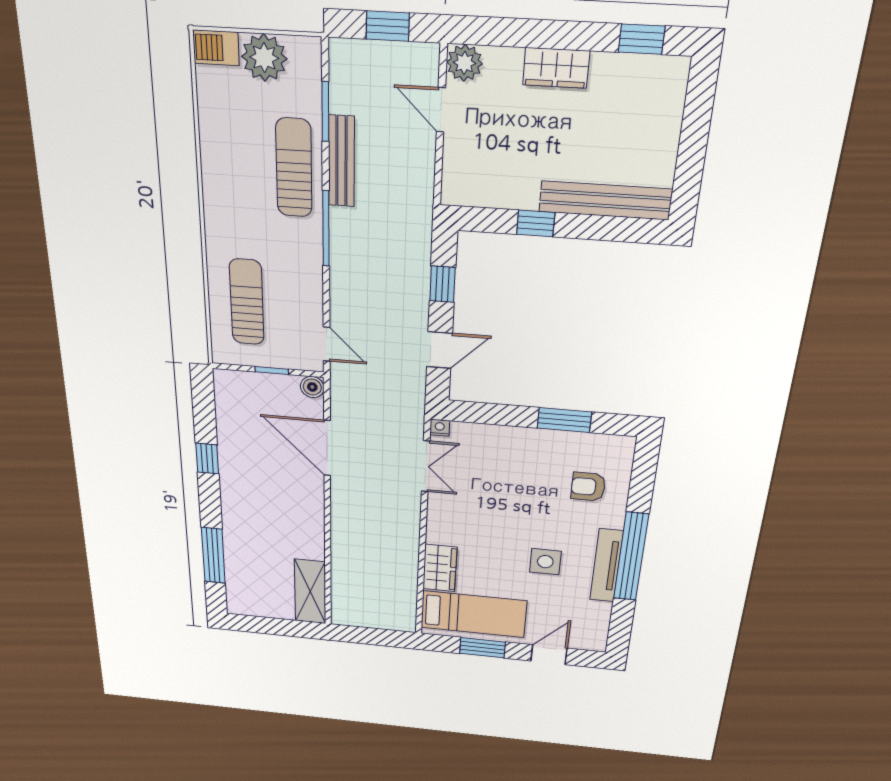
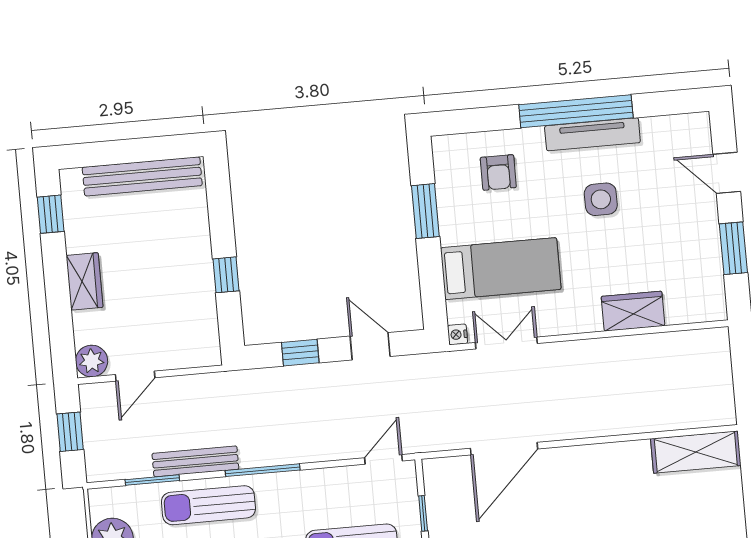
bench: (605, 200) -> (142, 176), moved, turned 90
boiler: (312, 387) -> (434, 470), removed
bed: (473, 614) -> (501, 269), moved, turned 90

